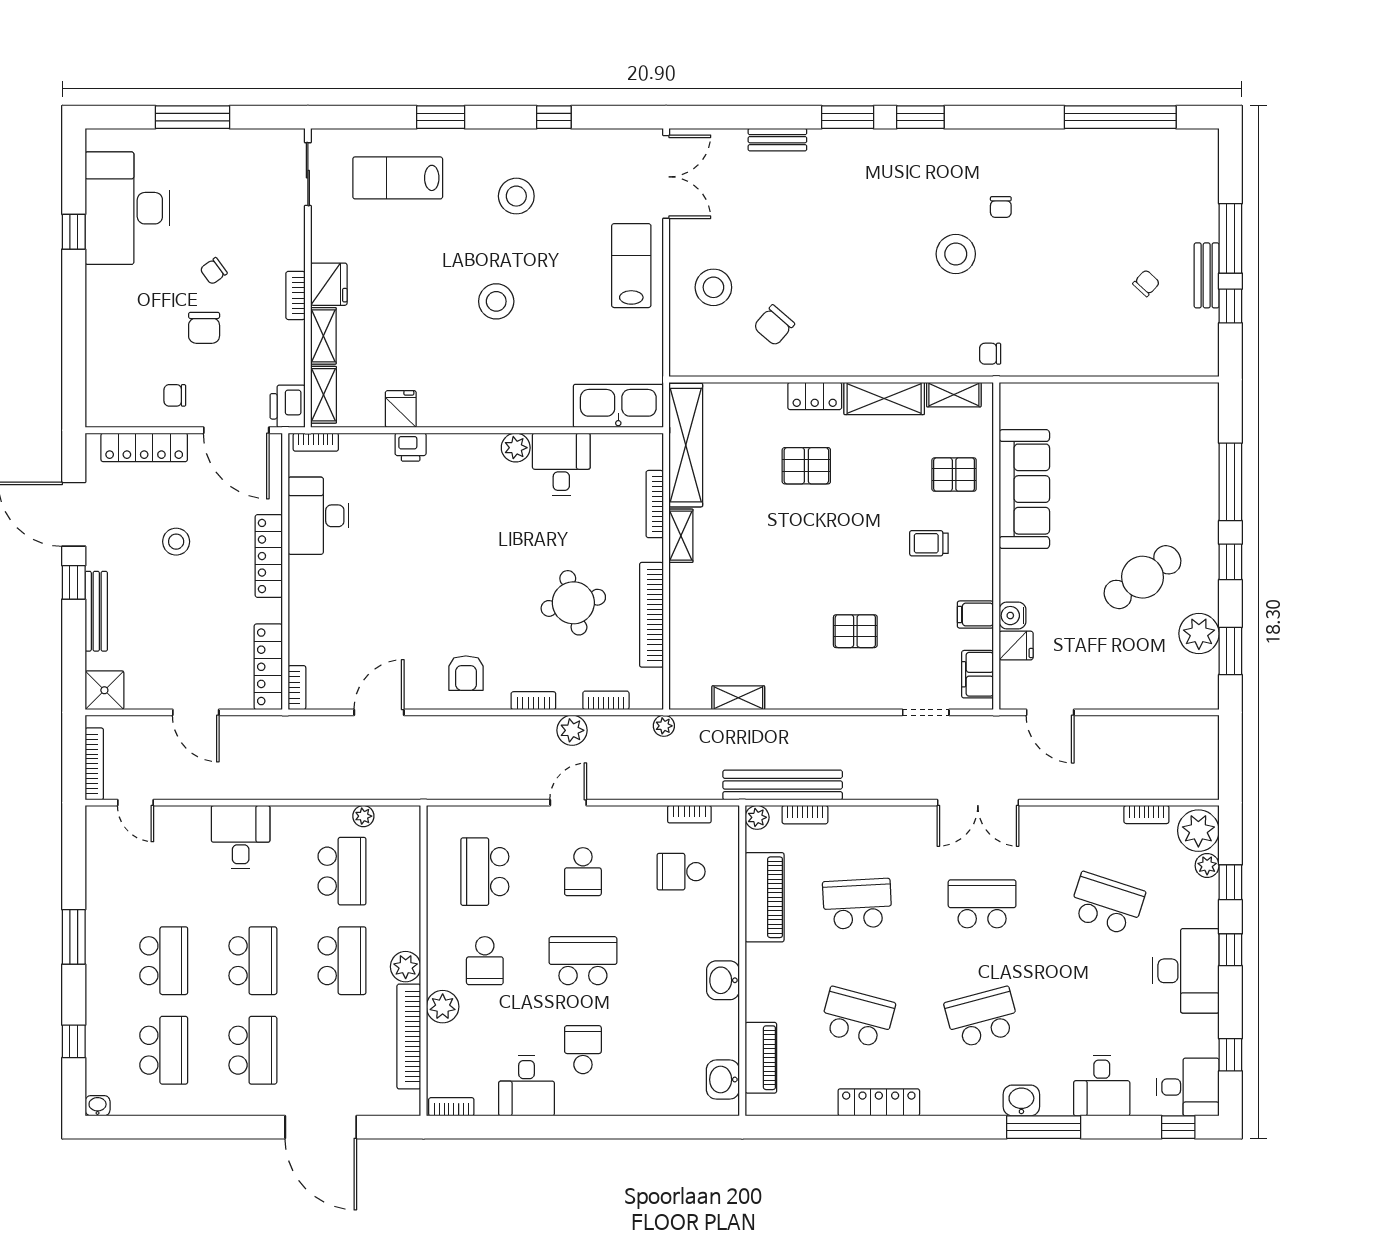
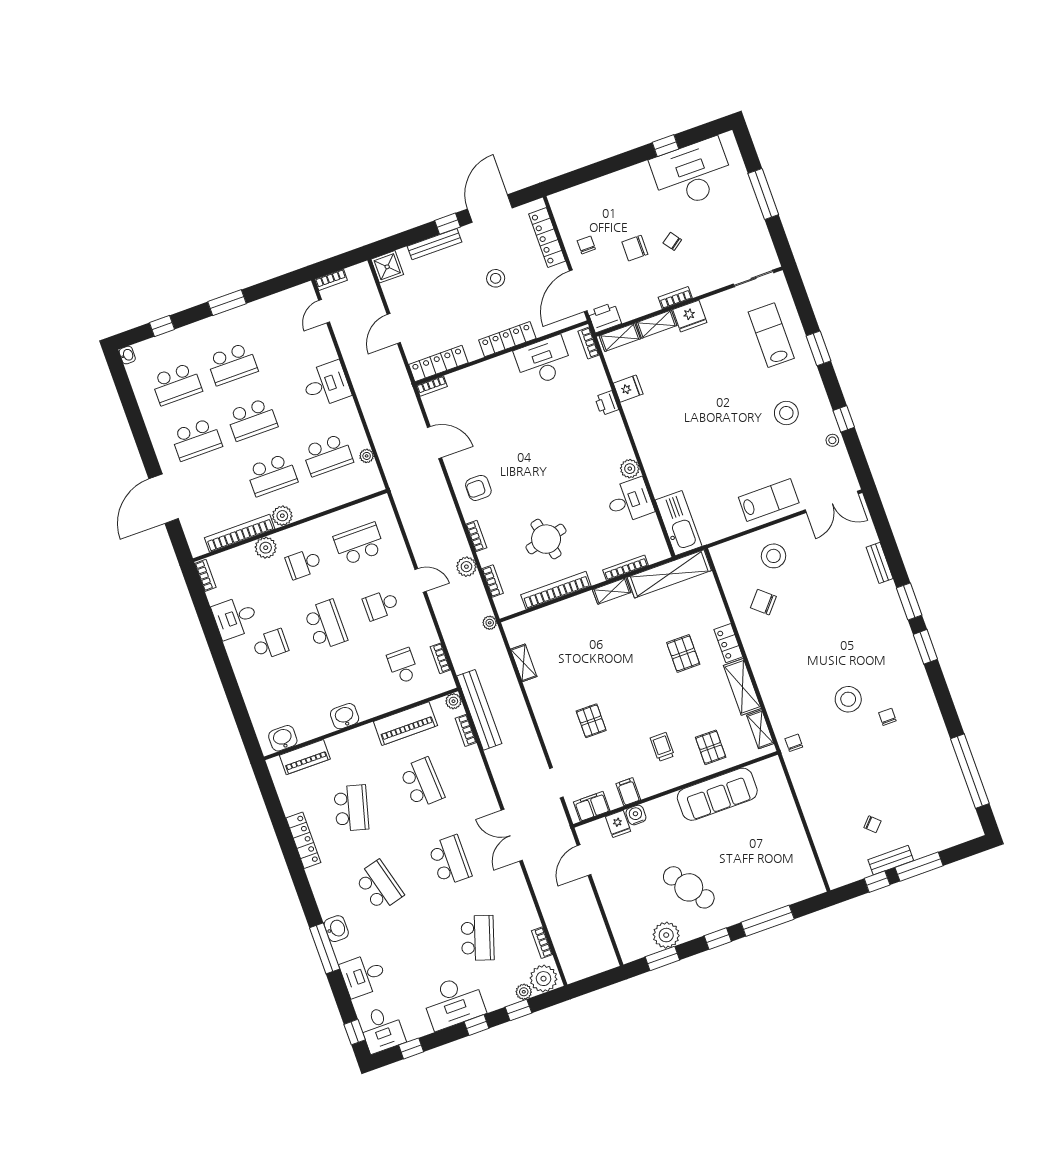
chair: (1001, 207) -> (887, 717), turned 90
stool: (496, 301) -> (832, 440), moved, width x0.53, depth x0.53
bookcase: (94, 764) -> (331, 280), width x0.64

